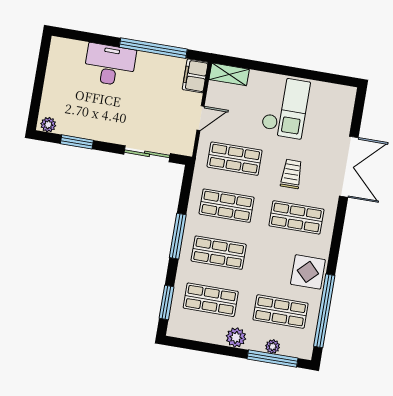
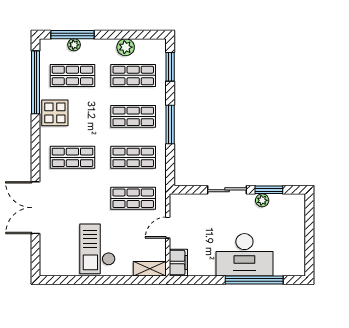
window: (153, 48) -> (254, 280), moved
desk: (110, 65) -> (244, 255), width x1.36, depth x1.30
plant: (48, 125) -> (262, 200), moved
sliding door: (147, 154) -> (227, 190), moved
trolley: (291, 174) -> (83, 193), removed
plant: (236, 337) -> (126, 47), moved

